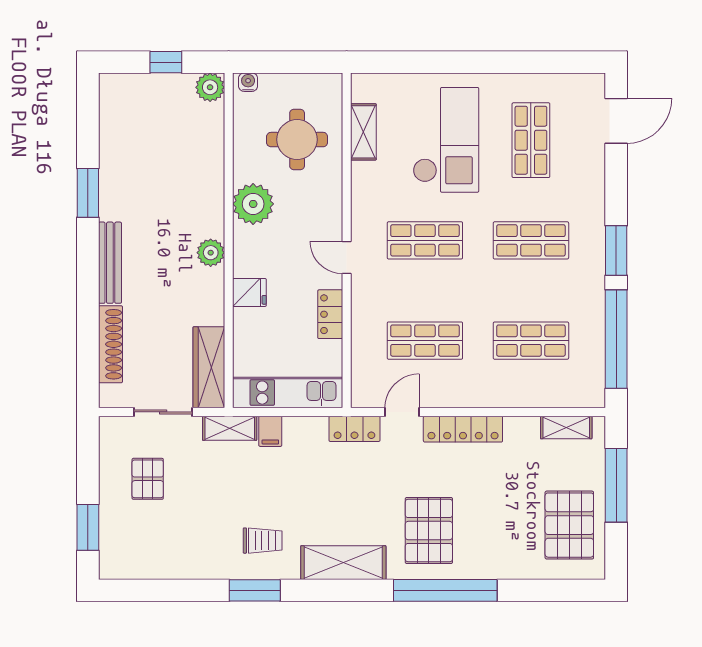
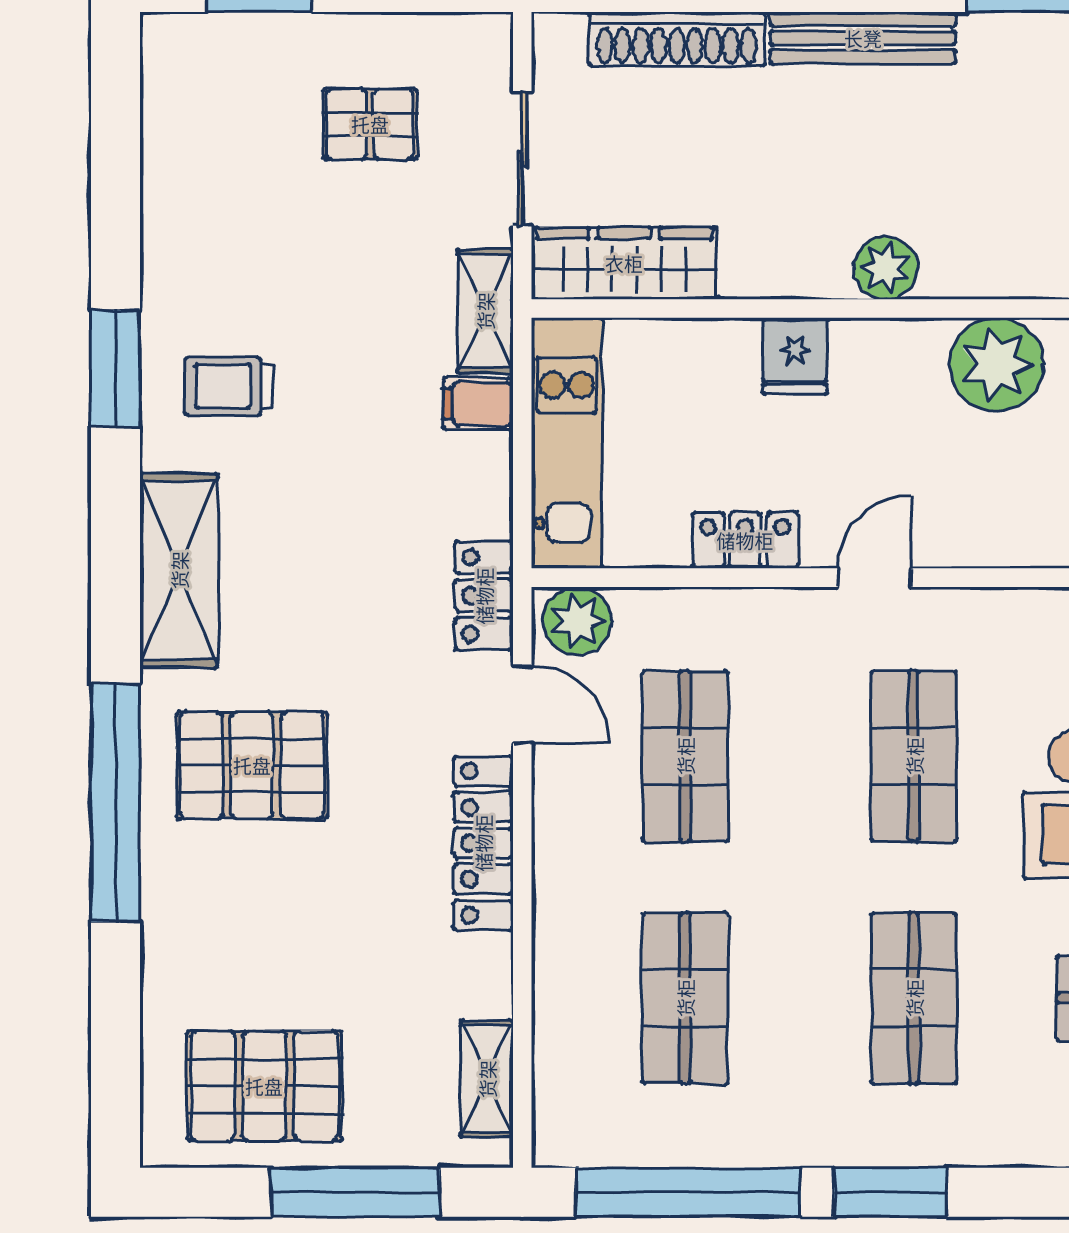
plant: (366, 388) -> (577, 621), added
trolley: (263, 541) -> (229, 386), turned 90

